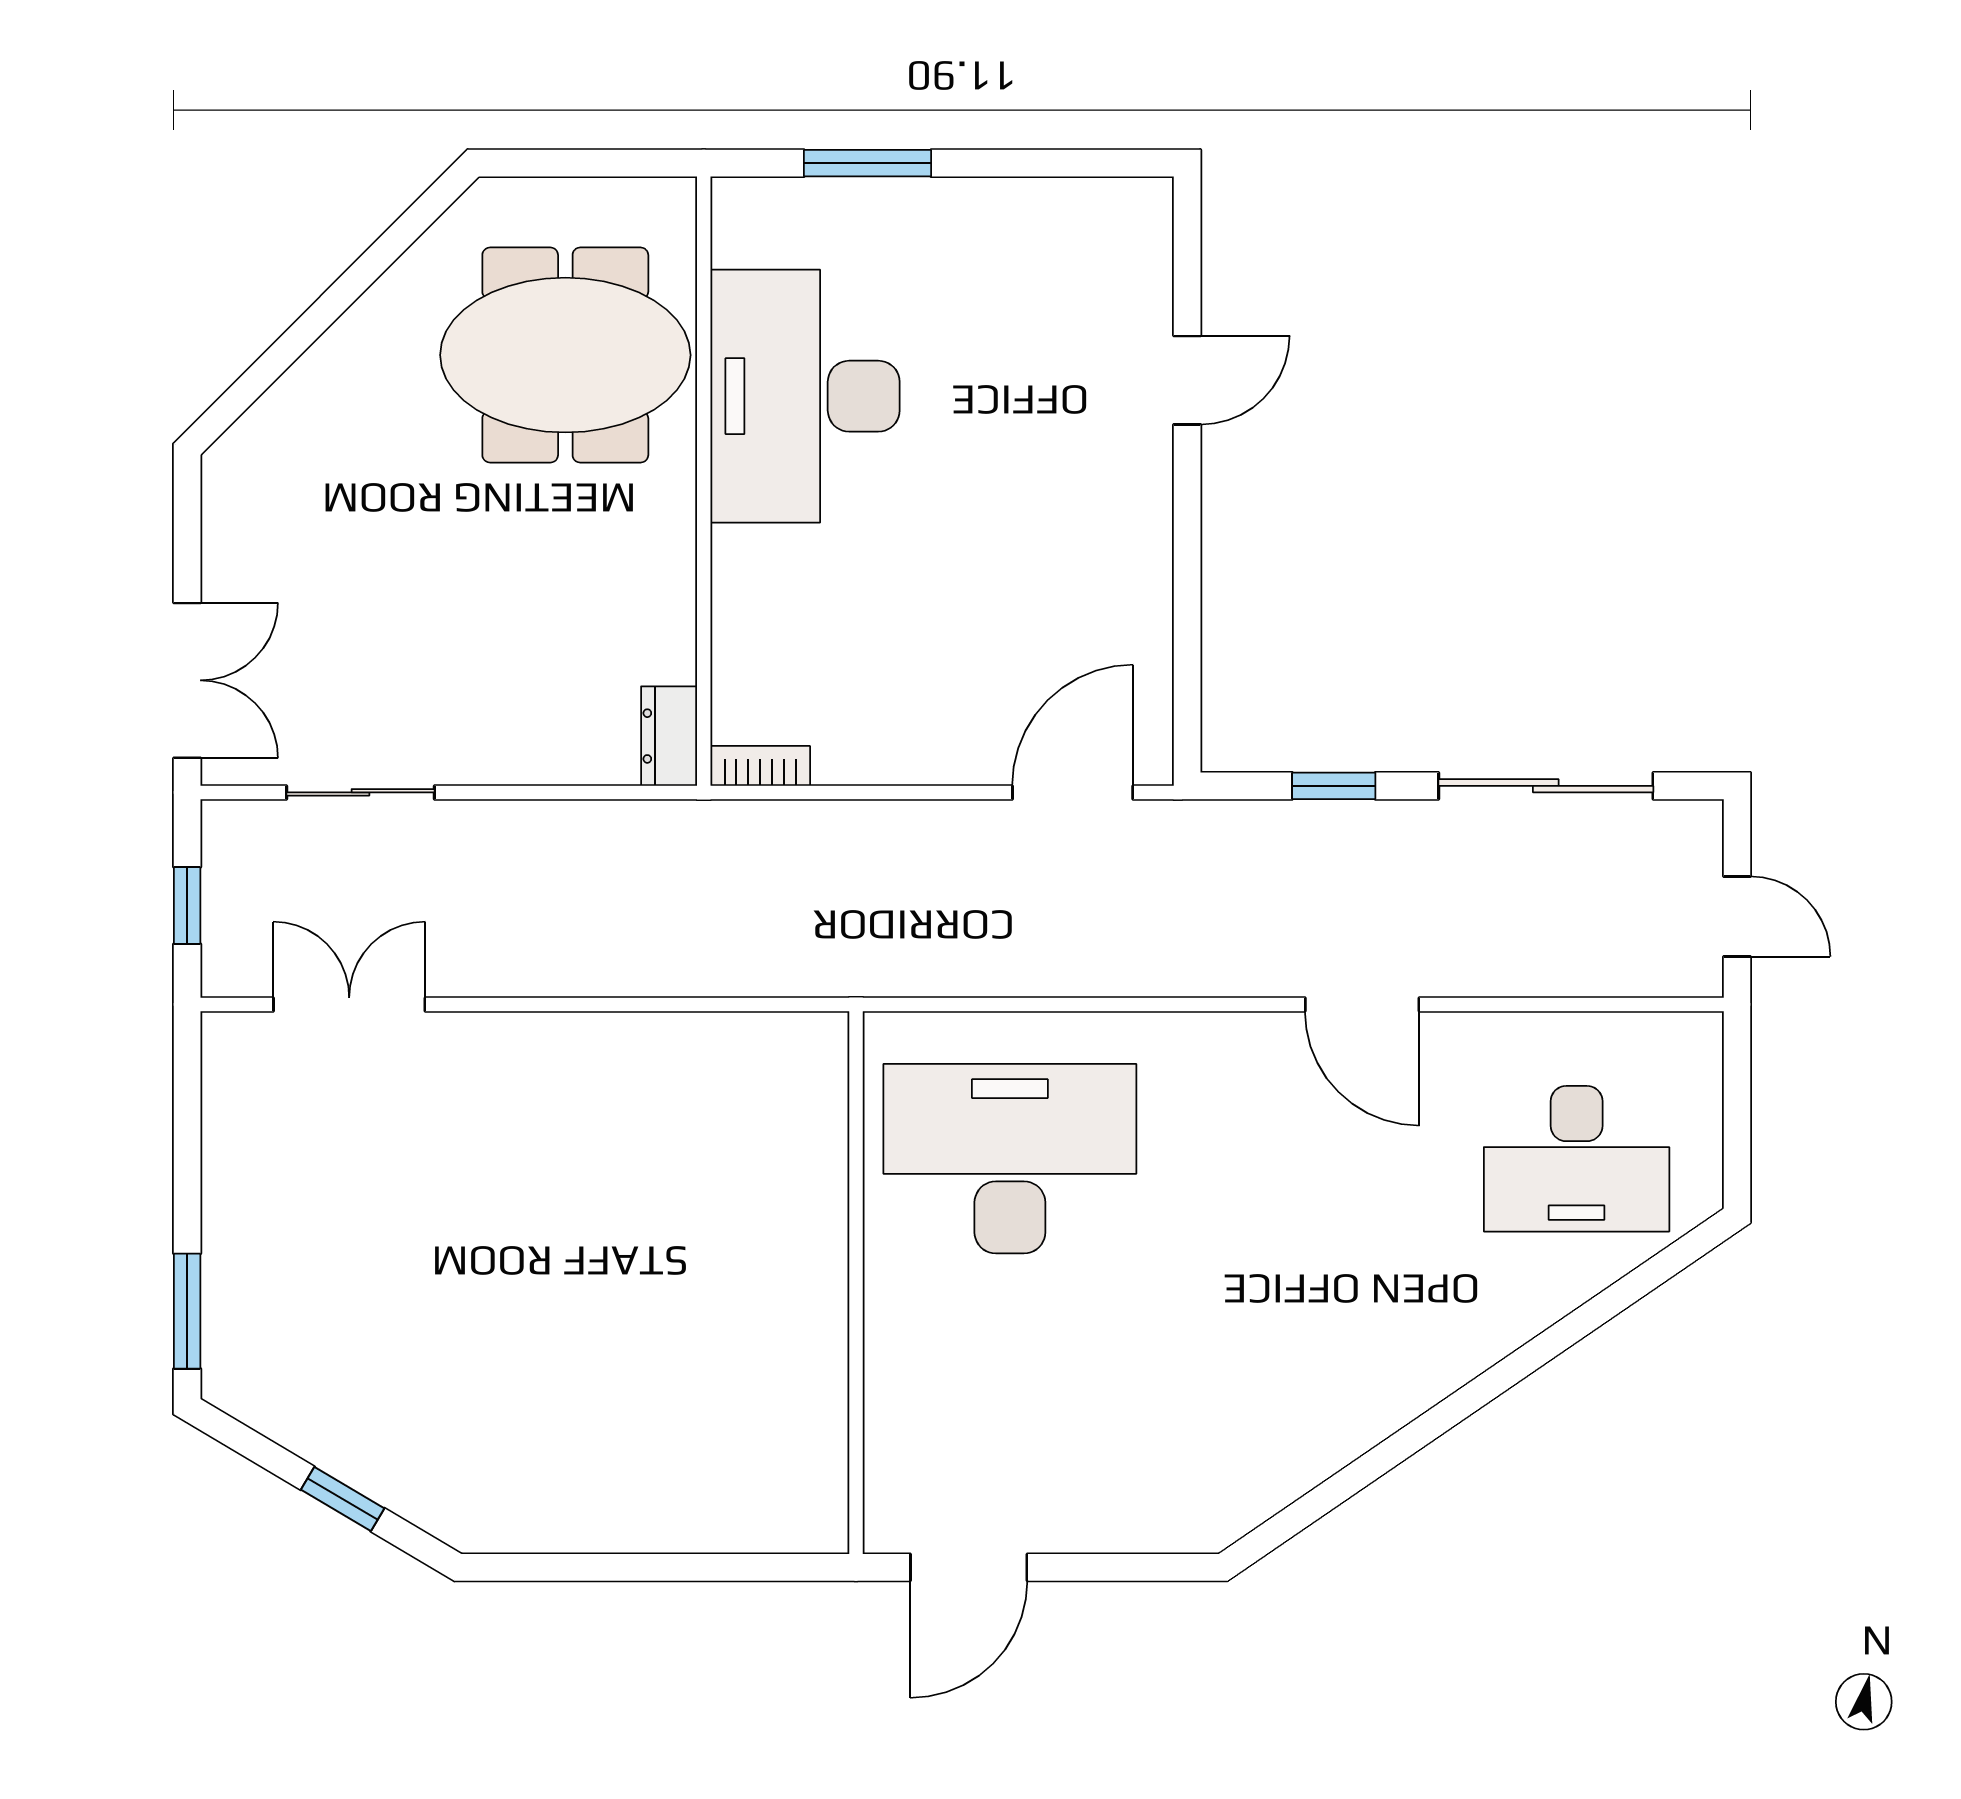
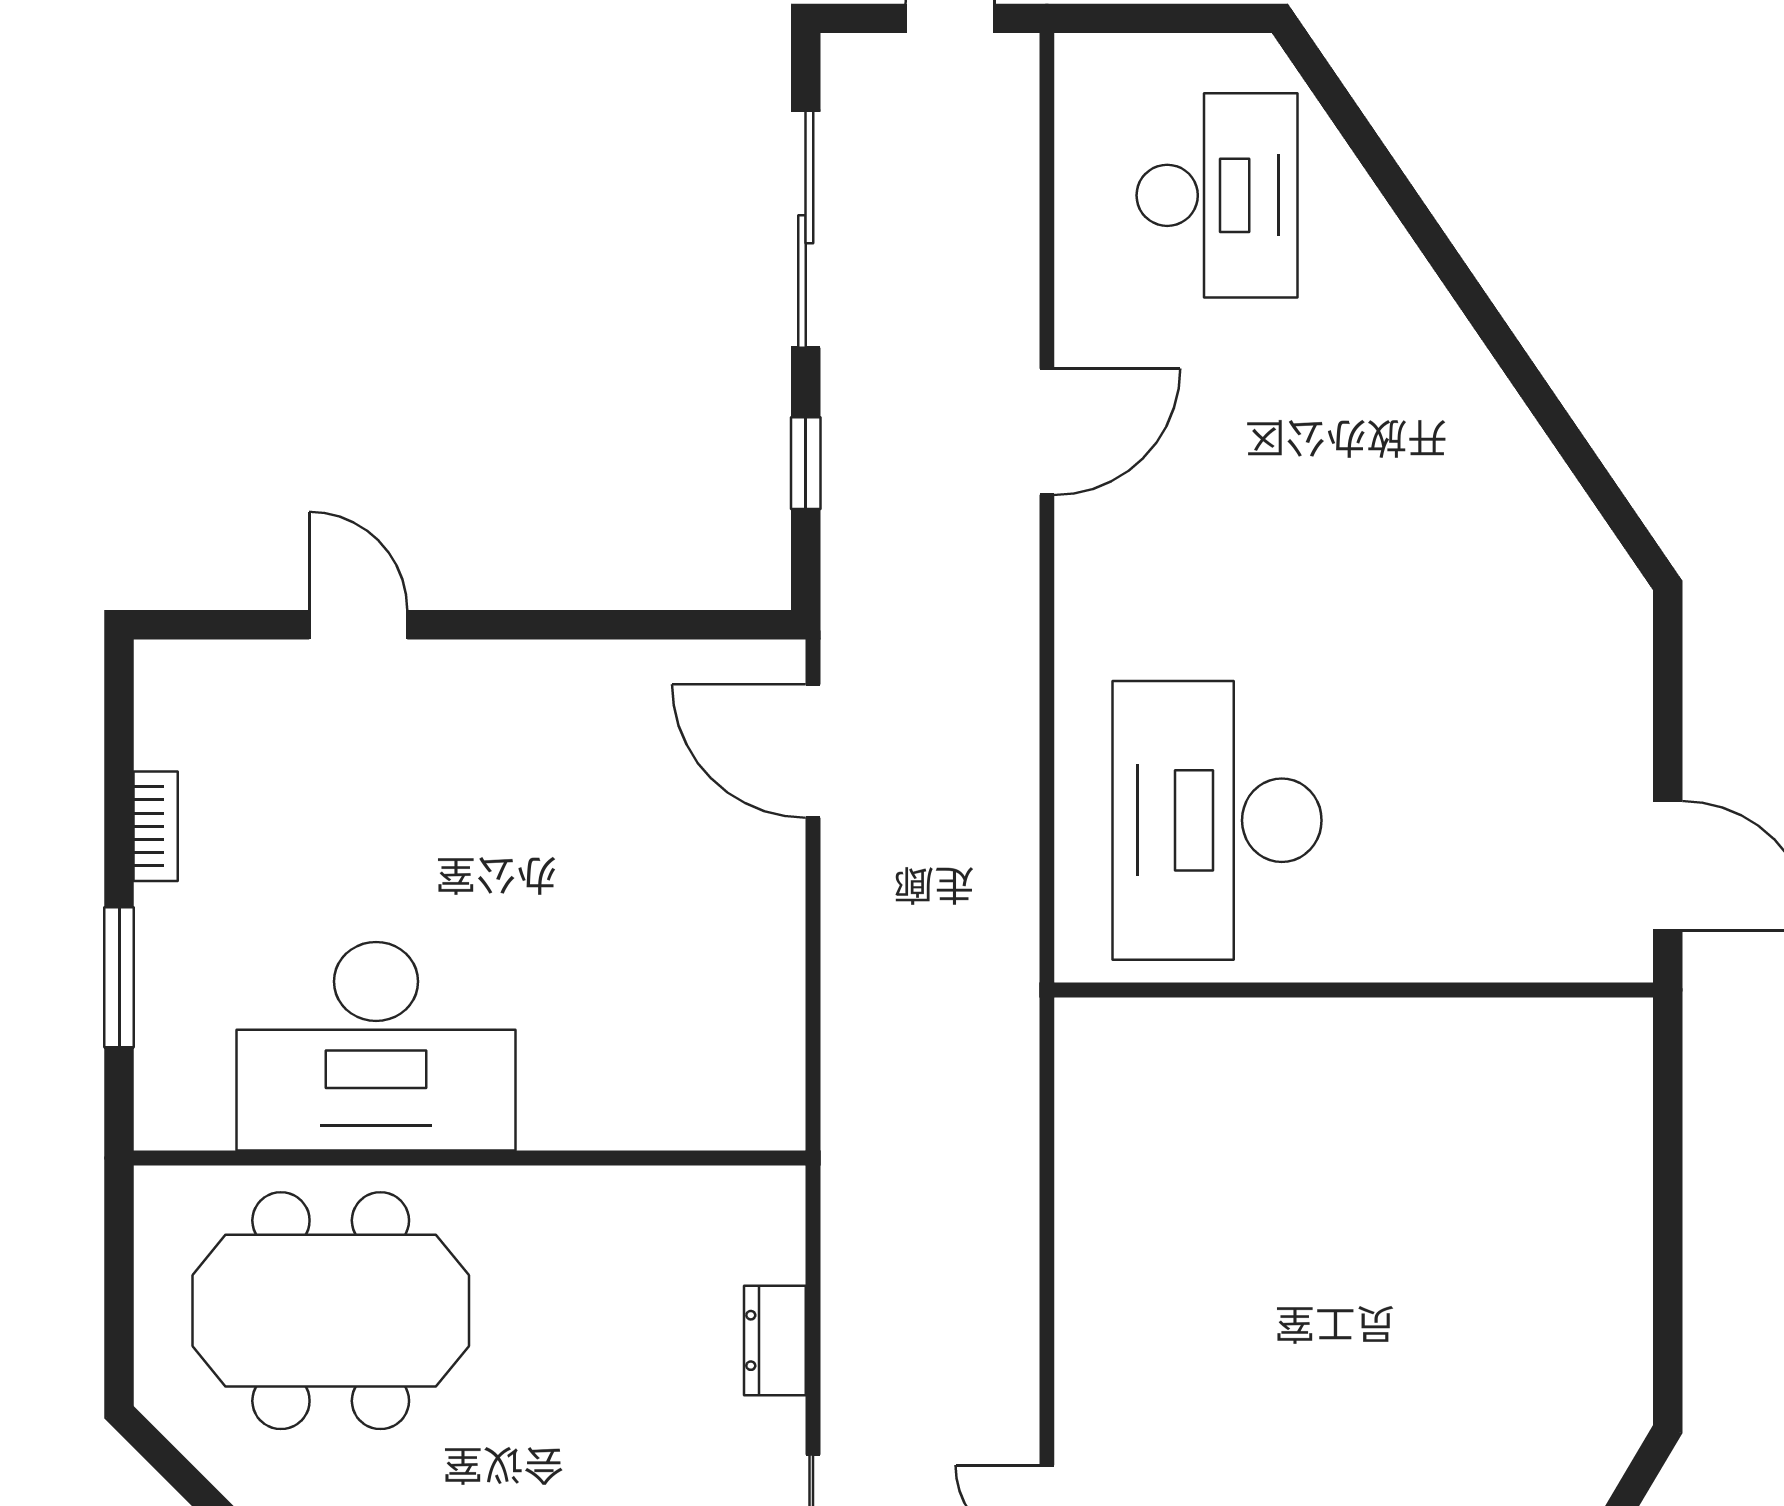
meeting table: (565, 355) -> (331, 1311), turned 90
dresser: (669, 736) -> (775, 1340), moved, turned 90
bookcase: (760, 766) -> (156, 826), moved, turned 180

